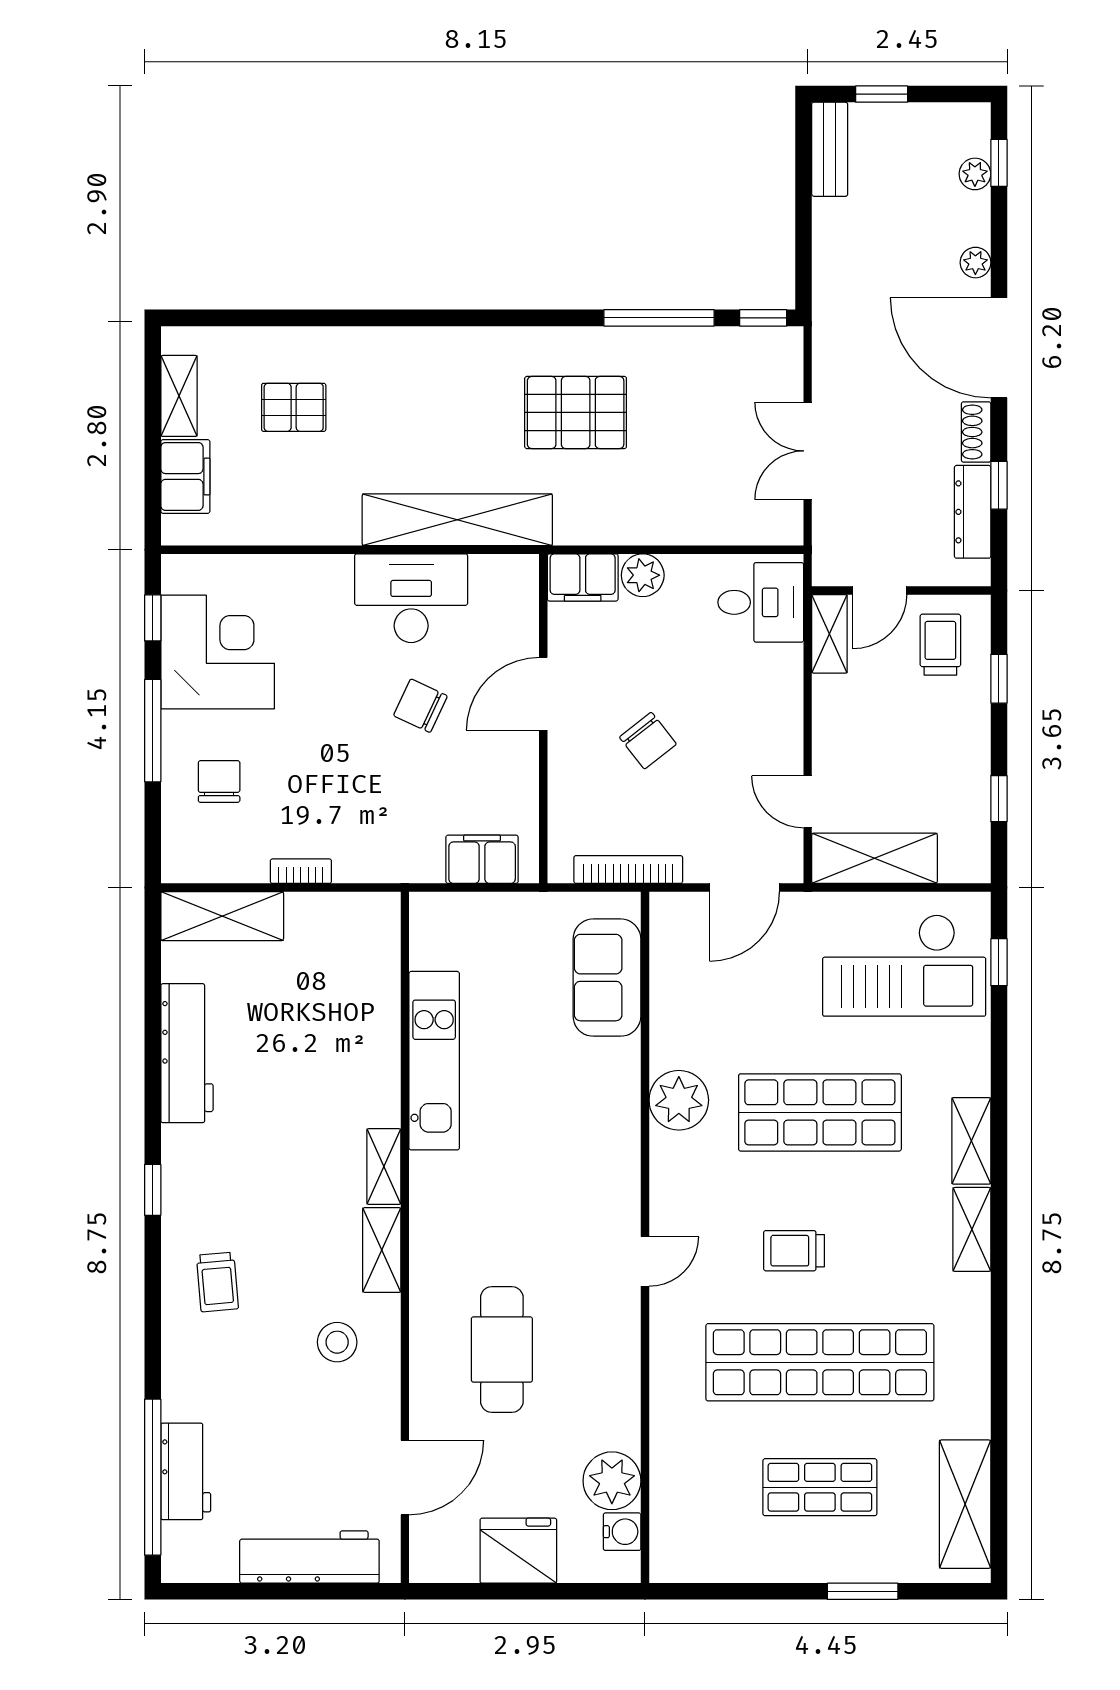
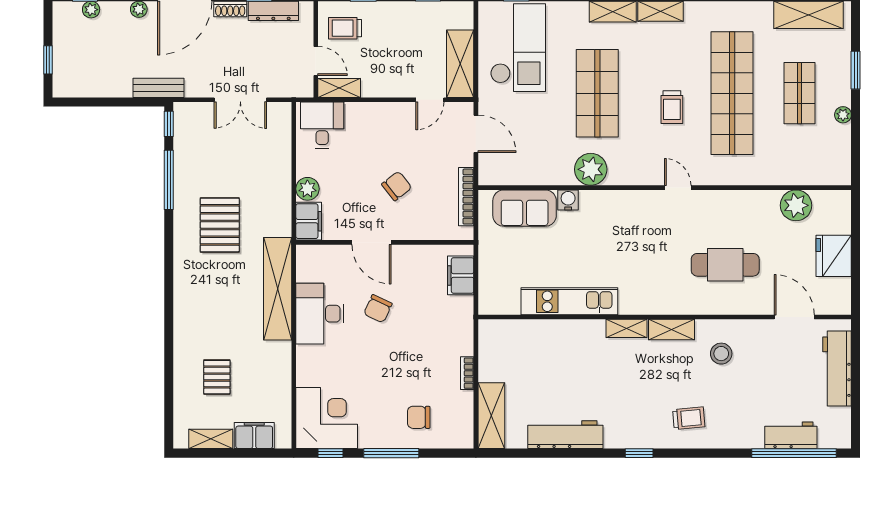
bench: (830, 149) -> (159, 88), moved
corner desk: (218, 652) -> (327, 418), moved, turned 90
water cooler: (622, 1532) -> (568, 200), moved
plant: (780, 1568) -> (843, 115), added

